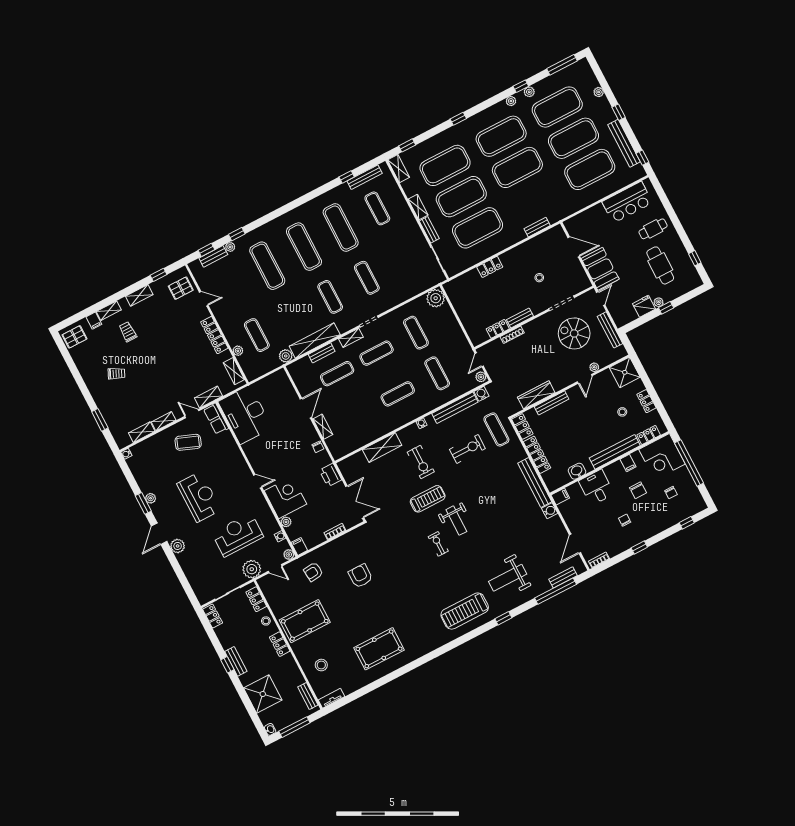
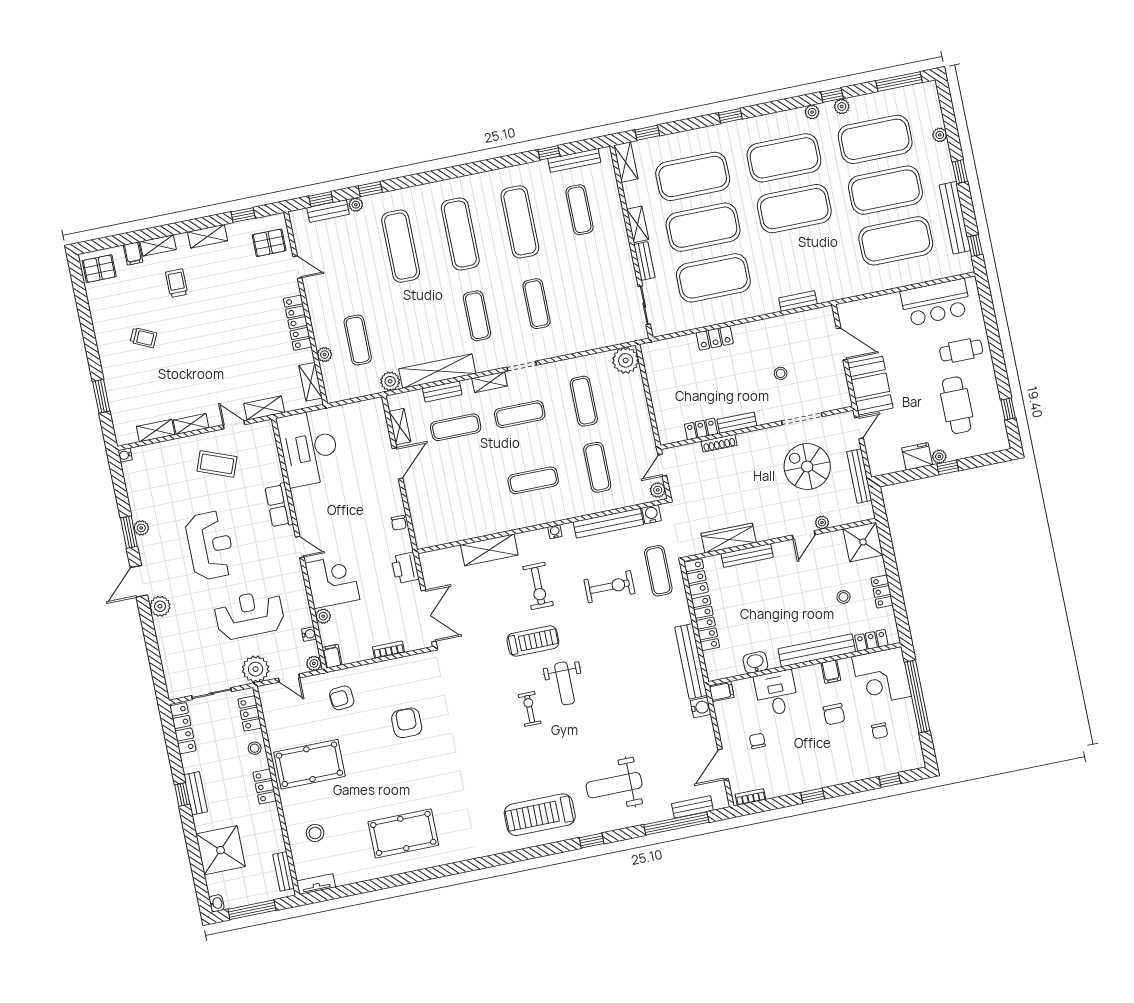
row of seats: (216, 419) -> (279, 505), moved
shelving: (323, 427) -> (400, 427), moved
chair: (625, 520) -> (757, 741), moved
locker: (213, 616) -> (183, 728), width x1.53

